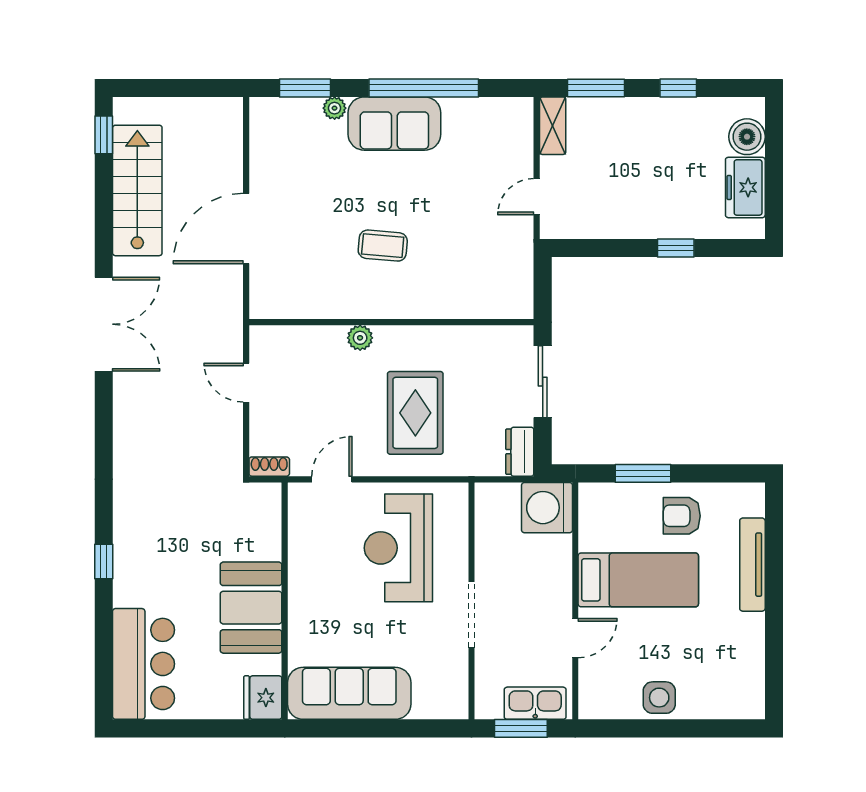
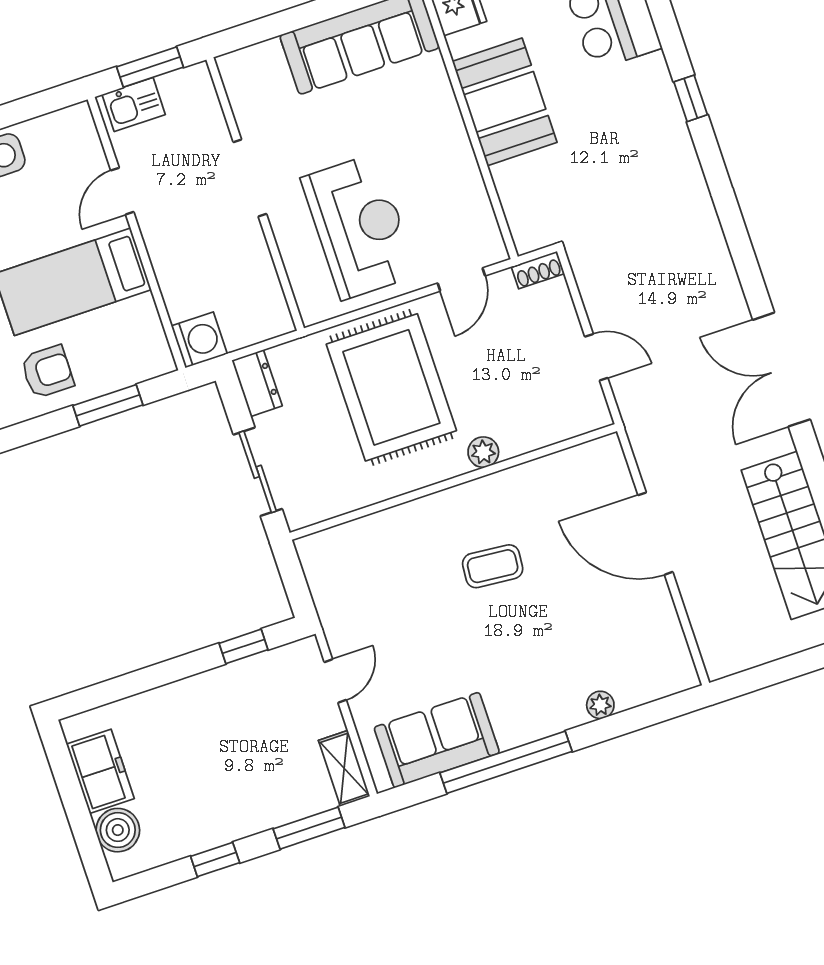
window: (305, 88) -> (642, 717), removed
sofa: (394, 124) -> (437, 740), moved
door: (246, 228) -> (655, 534), swing flipped
window: (676, 248) -> (244, 646), moved
rug: (415, 413) -> (391, 387), width x1.37, depth x1.44
washing machine: (547, 508) -> (199, 340), width x0.73, depth x0.73
kitchen sink: (535, 703) -> (134, 104), width x0.73

